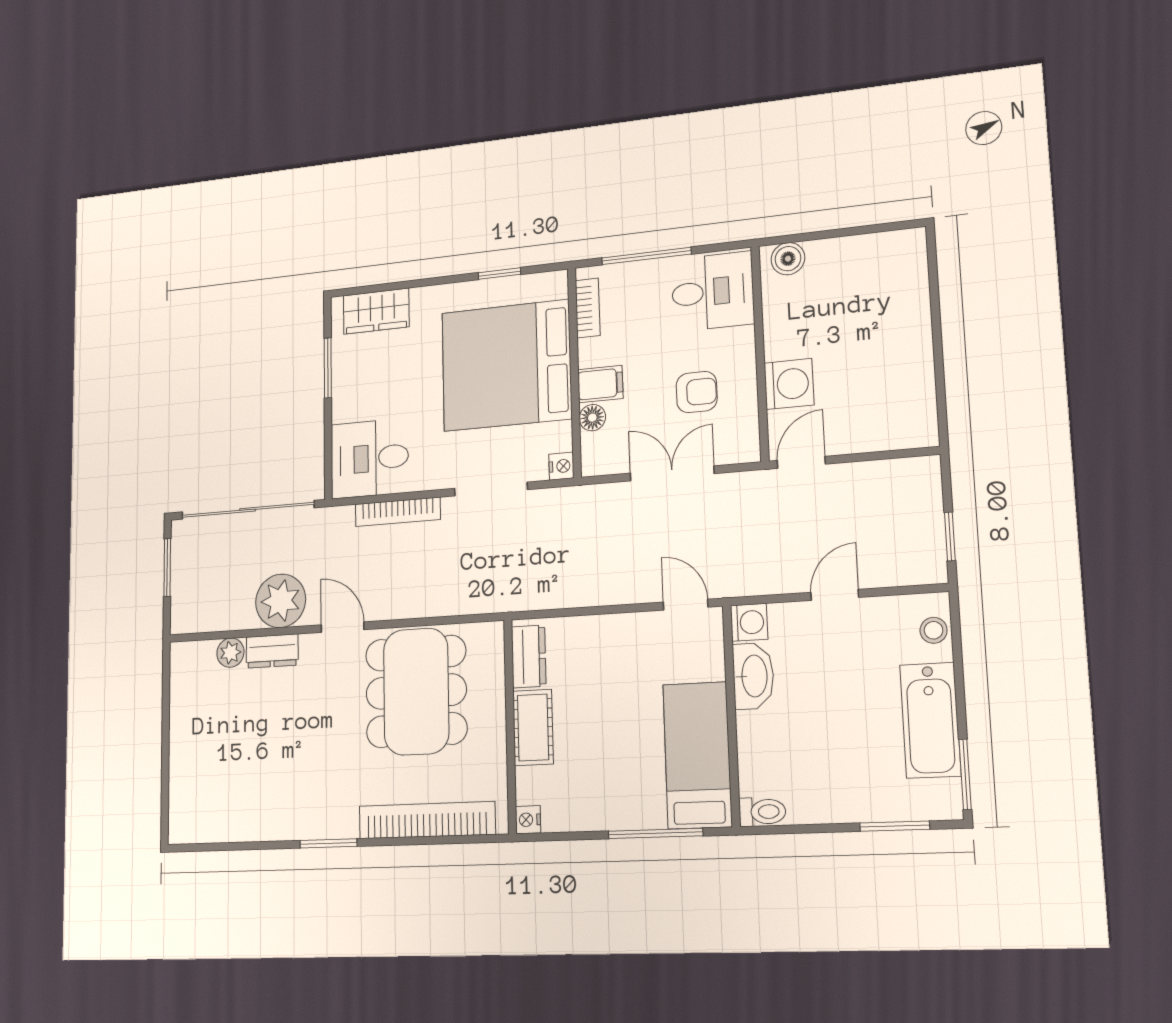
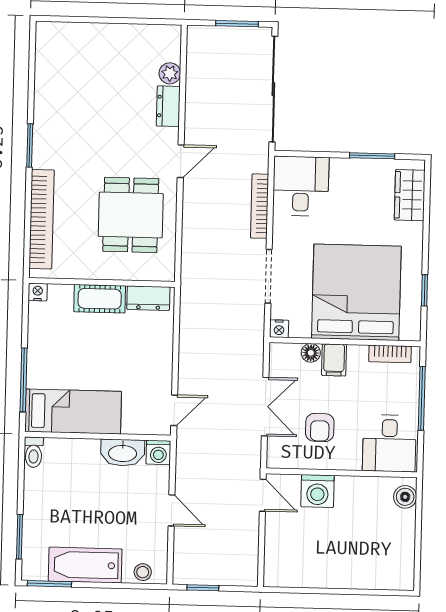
plant: (281, 601) -> (204, 114), removed
dining table: (416, 691) -> (131, 215), width x0.73

